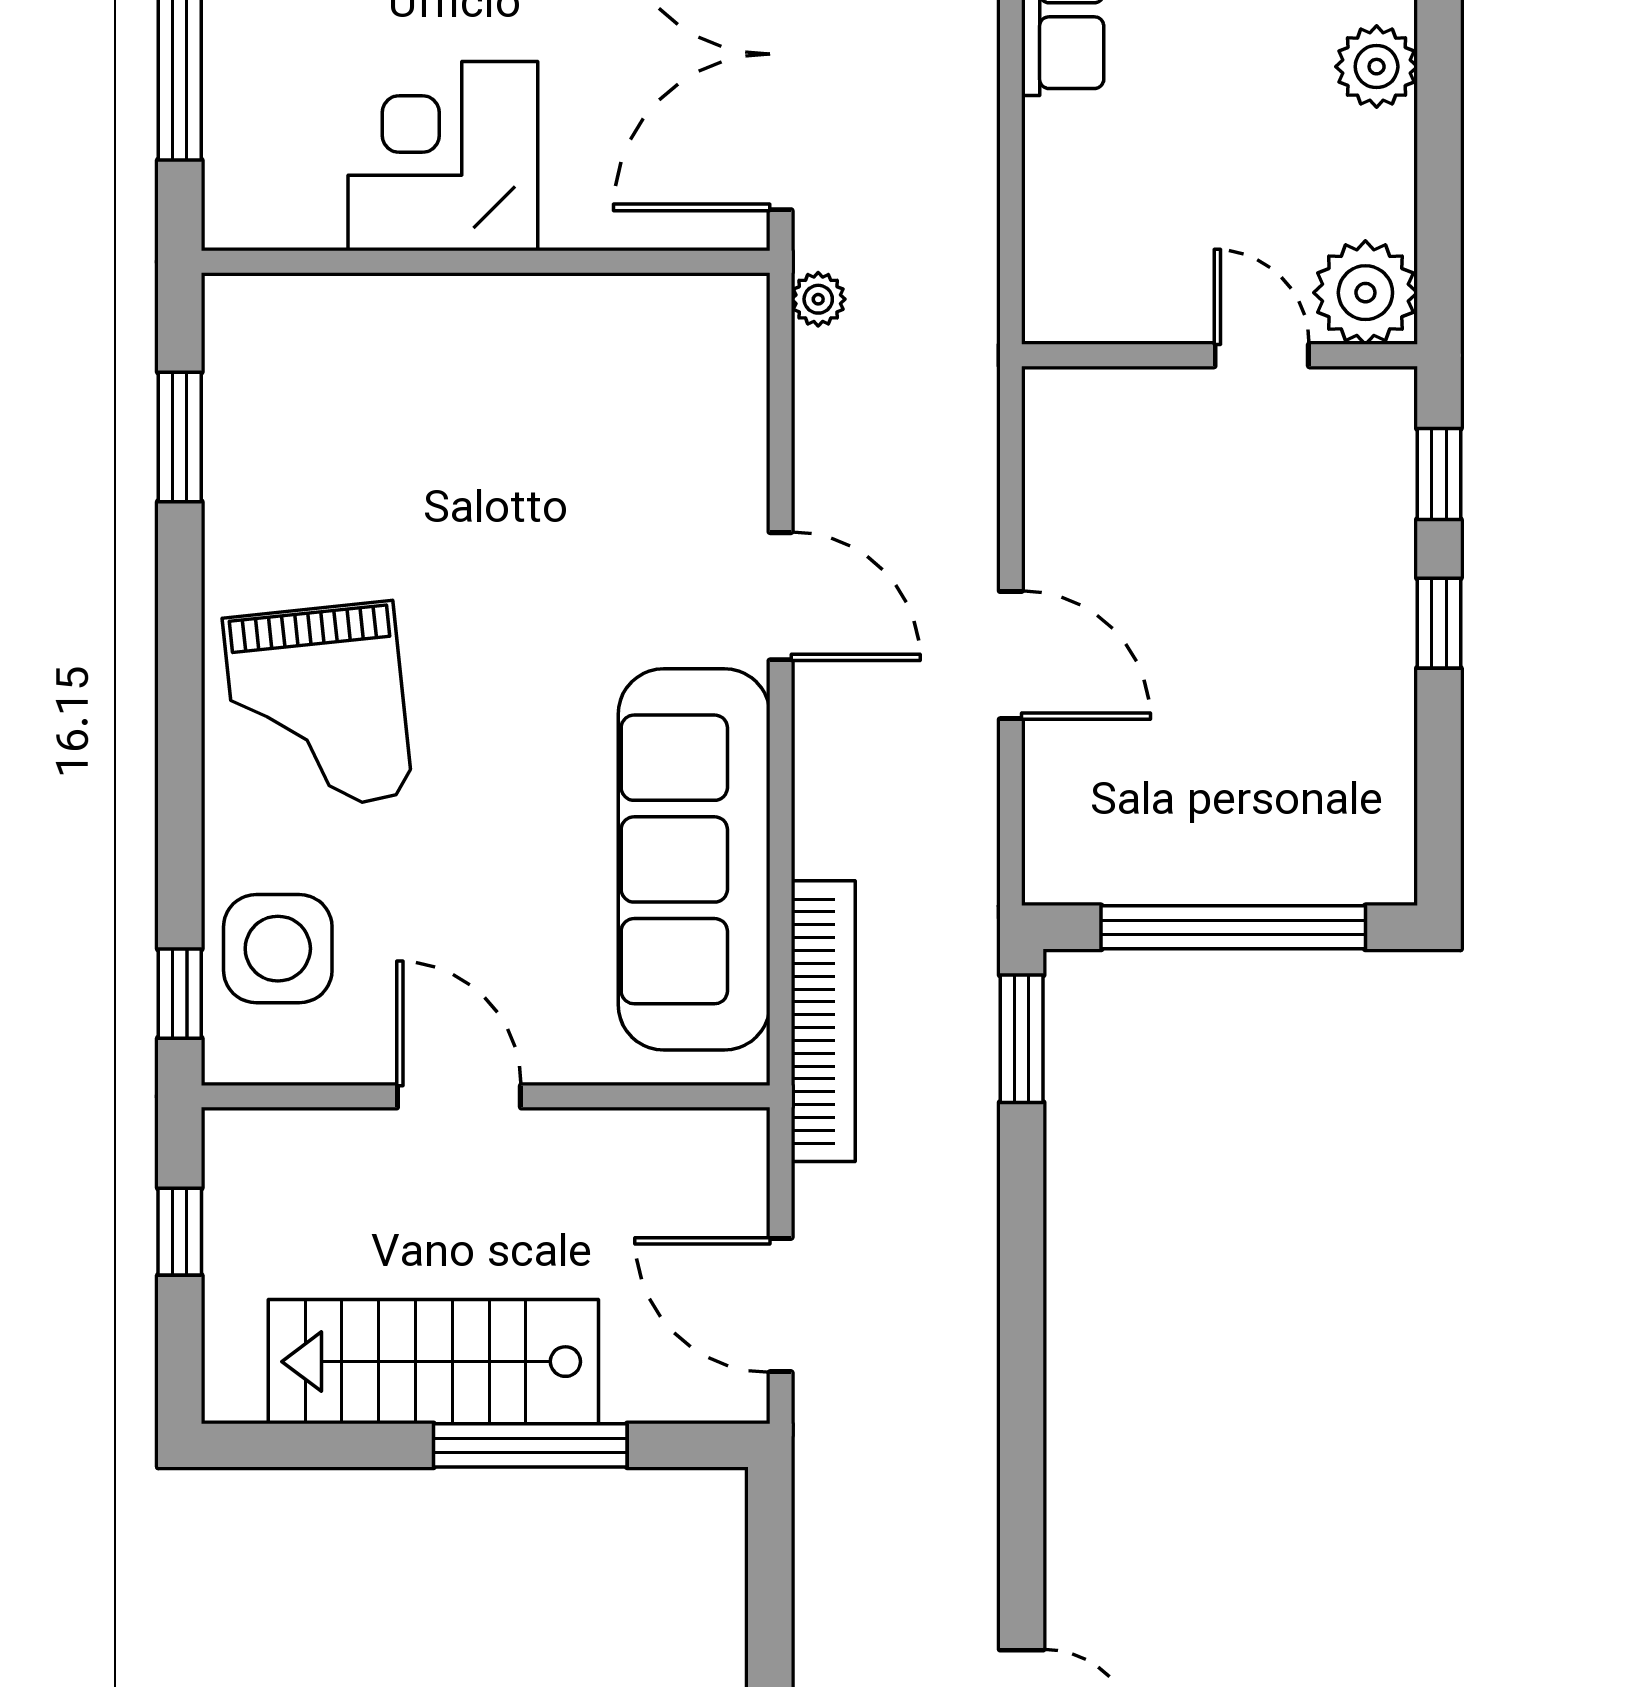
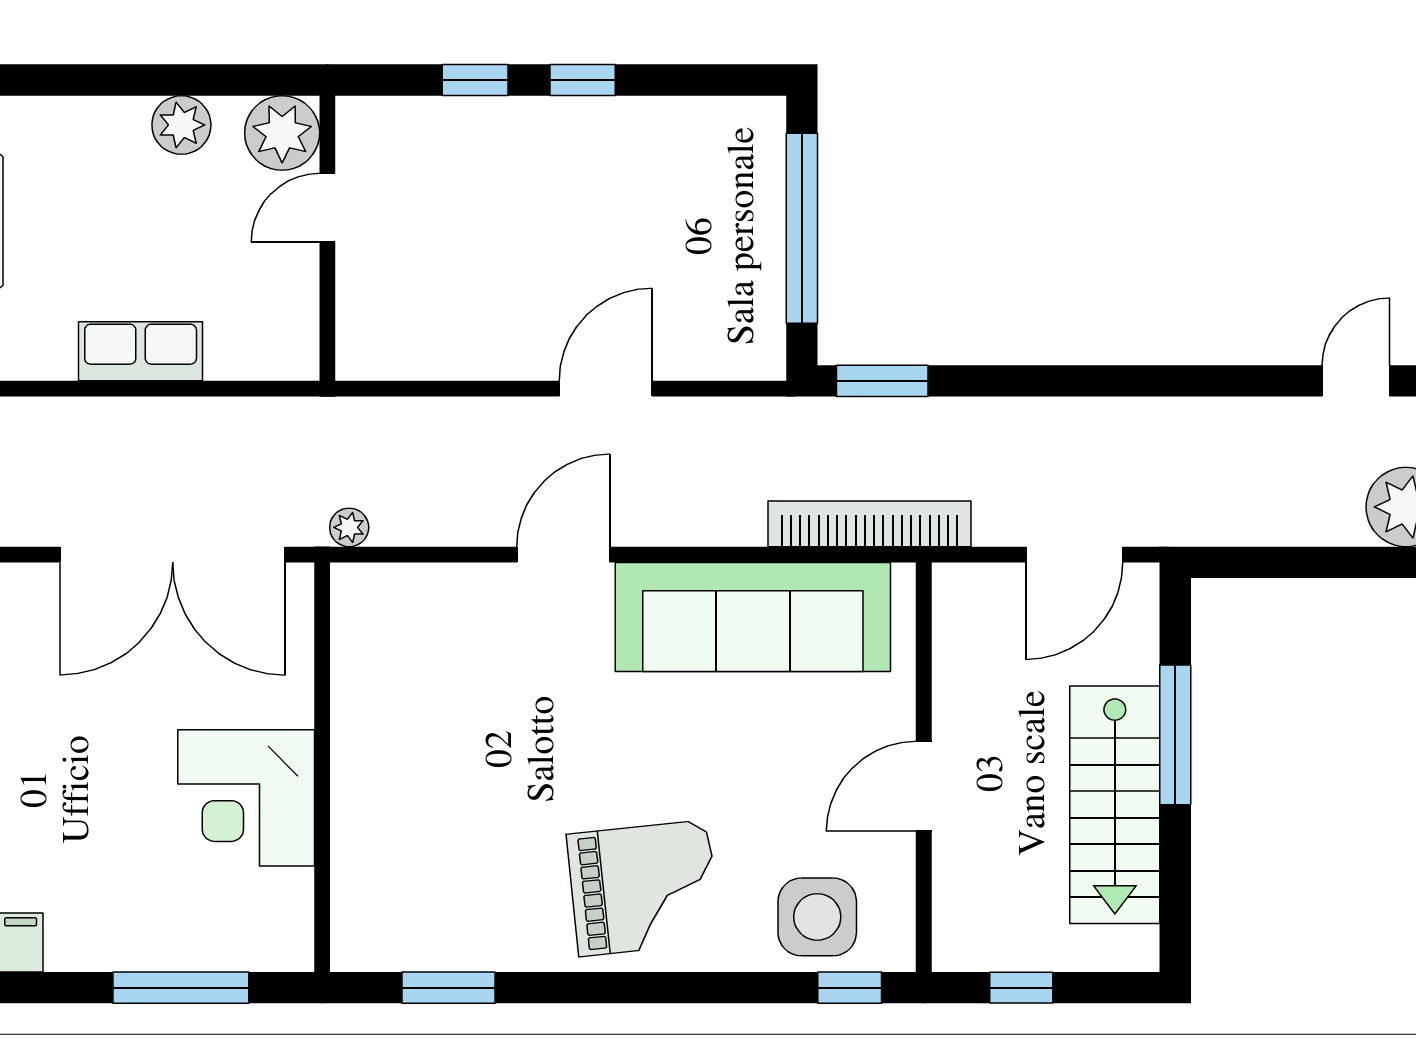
plant: (1365, 293) -> (282, 133), moved
wall: (1219, 355) -> (327, 238), moved
door: (1262, 355) -> (327, 208), moved

